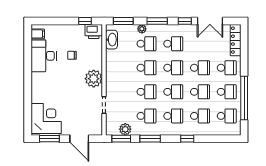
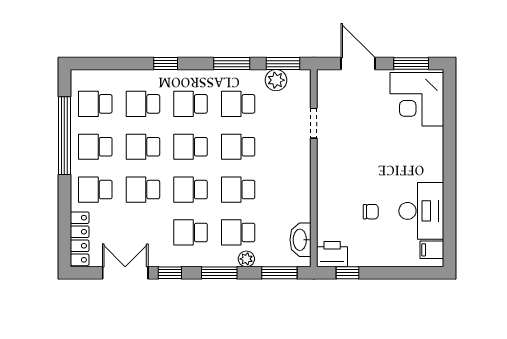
plant: (94, 79) -> (332, 170), removed

